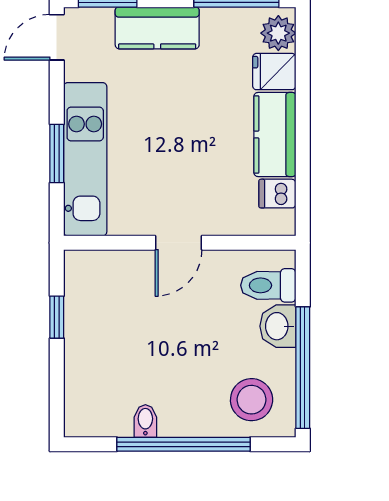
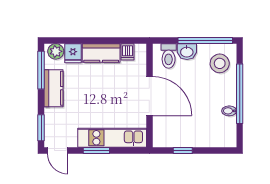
kitchen counter: (157, 28) -> (53, 88), moved
window: (57, 154) -> (96, 150), moved
door: (178, 243) -> (149, 96), width x1.88

